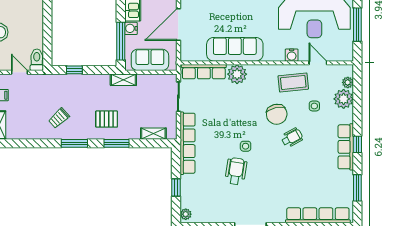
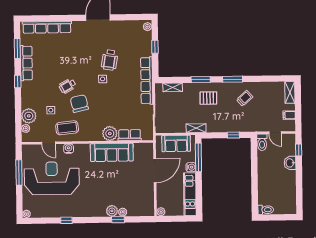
row of seats: (204, 72) -> (130, 135), width x0.68
row of seats: (346, 147) -> (26, 63), moved

